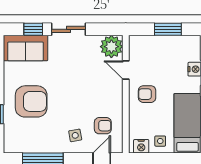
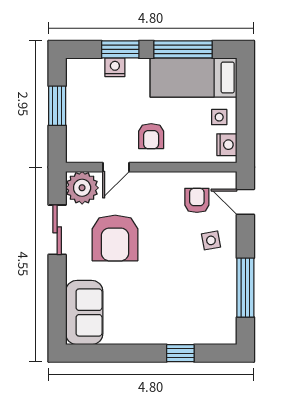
window: (33, 29) -> (57, 301), removed
sliding door: (68, 29) -> (57, 230), moved
armchair: (31, 101) -> (115, 238), moved, turned 180

